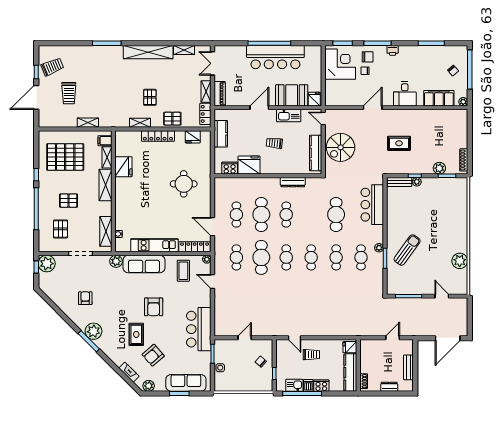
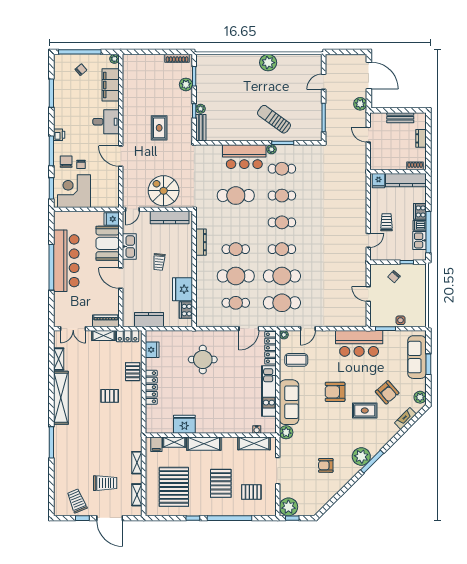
shelving: (140, 123) -> (137, 495), moved
spiral stairs: (341, 147) -> (164, 191), turned 180
pallet: (69, 201) -> (221, 483), width x1.50, depth x1.42
bar counter: (372, 205) -> (244, 157), moved
cafe table: (236, 257) -> (282, 303), width x1.37, depth x1.35
plant: (460, 261) -> (268, 63), moved
armchair: (154, 307) -> (335, 392), turned 180
plant: (421, 330) -> (360, 104), added

